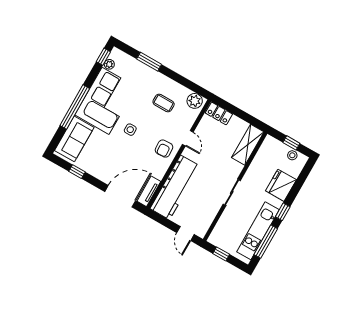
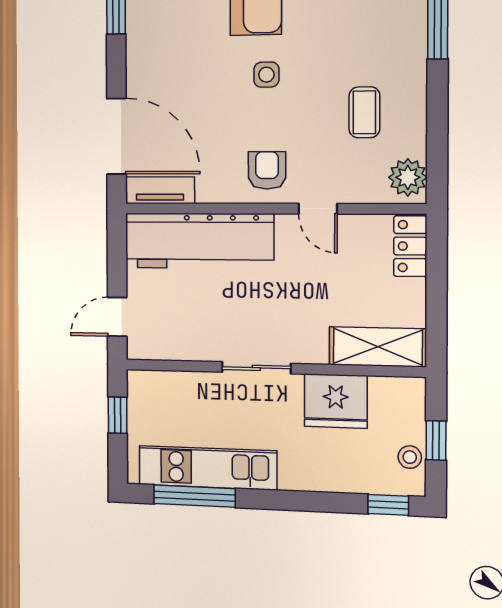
door: (188, 138) -> (318, 209), hinge flipped
armchair: (164, 149) -> (267, 170), turned 93
fridge: (281, 185) -> (336, 401), moved, turned 180
window: (283, 212) -> (388, 505), moved

